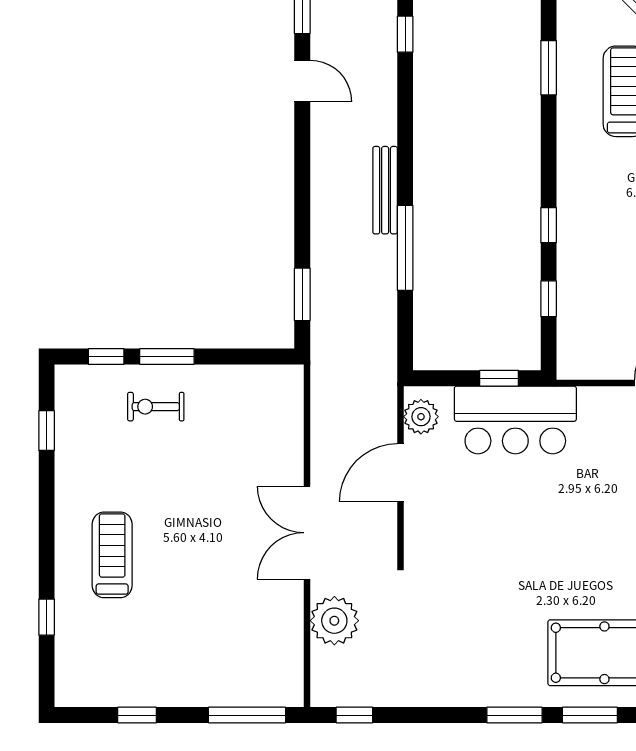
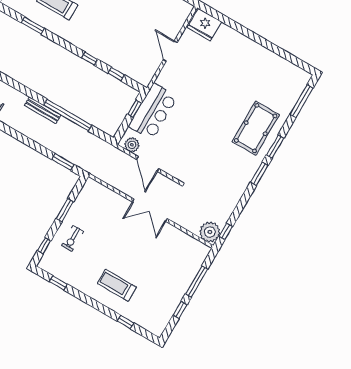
window: (405, 248) -> (68, 115), width x1.46
window: (167, 356) -> (65, 210), moved
plant: (334, 621) -> (210, 232), moved
window: (247, 715) -> (197, 281), moved

